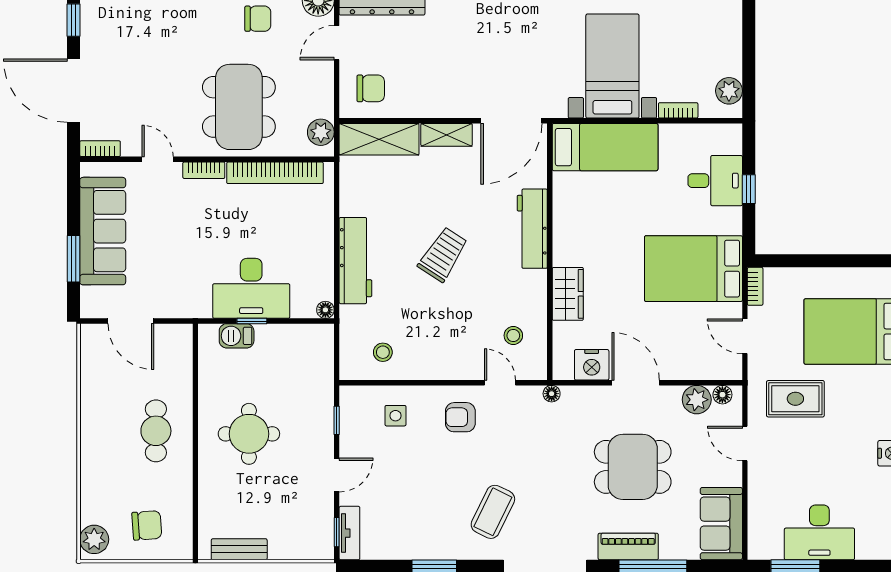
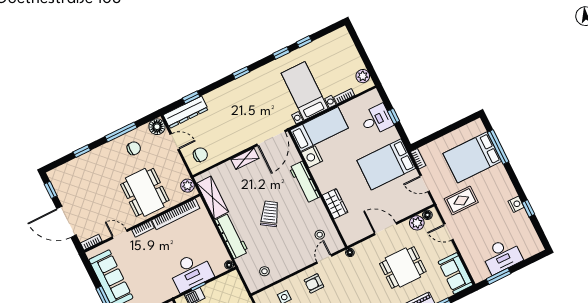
door: (337, 43) -> (175, 142), swing flipped
shelving: (379, 139) -> (213, 198), moved, turned 90
nightstand: (592, 365) -> (312, 157), moved, turned 90
door: (500, 383) -> (324, 259), hinge flipped

